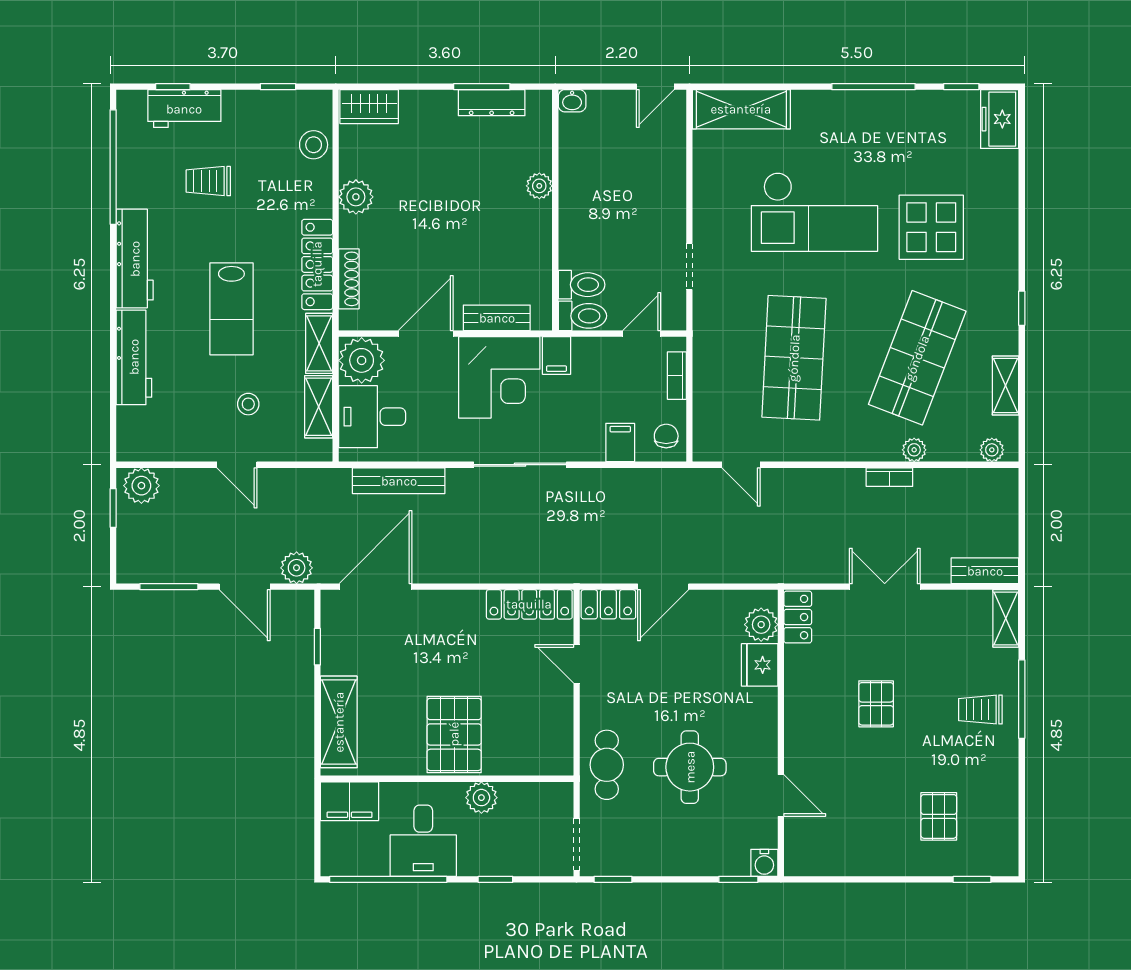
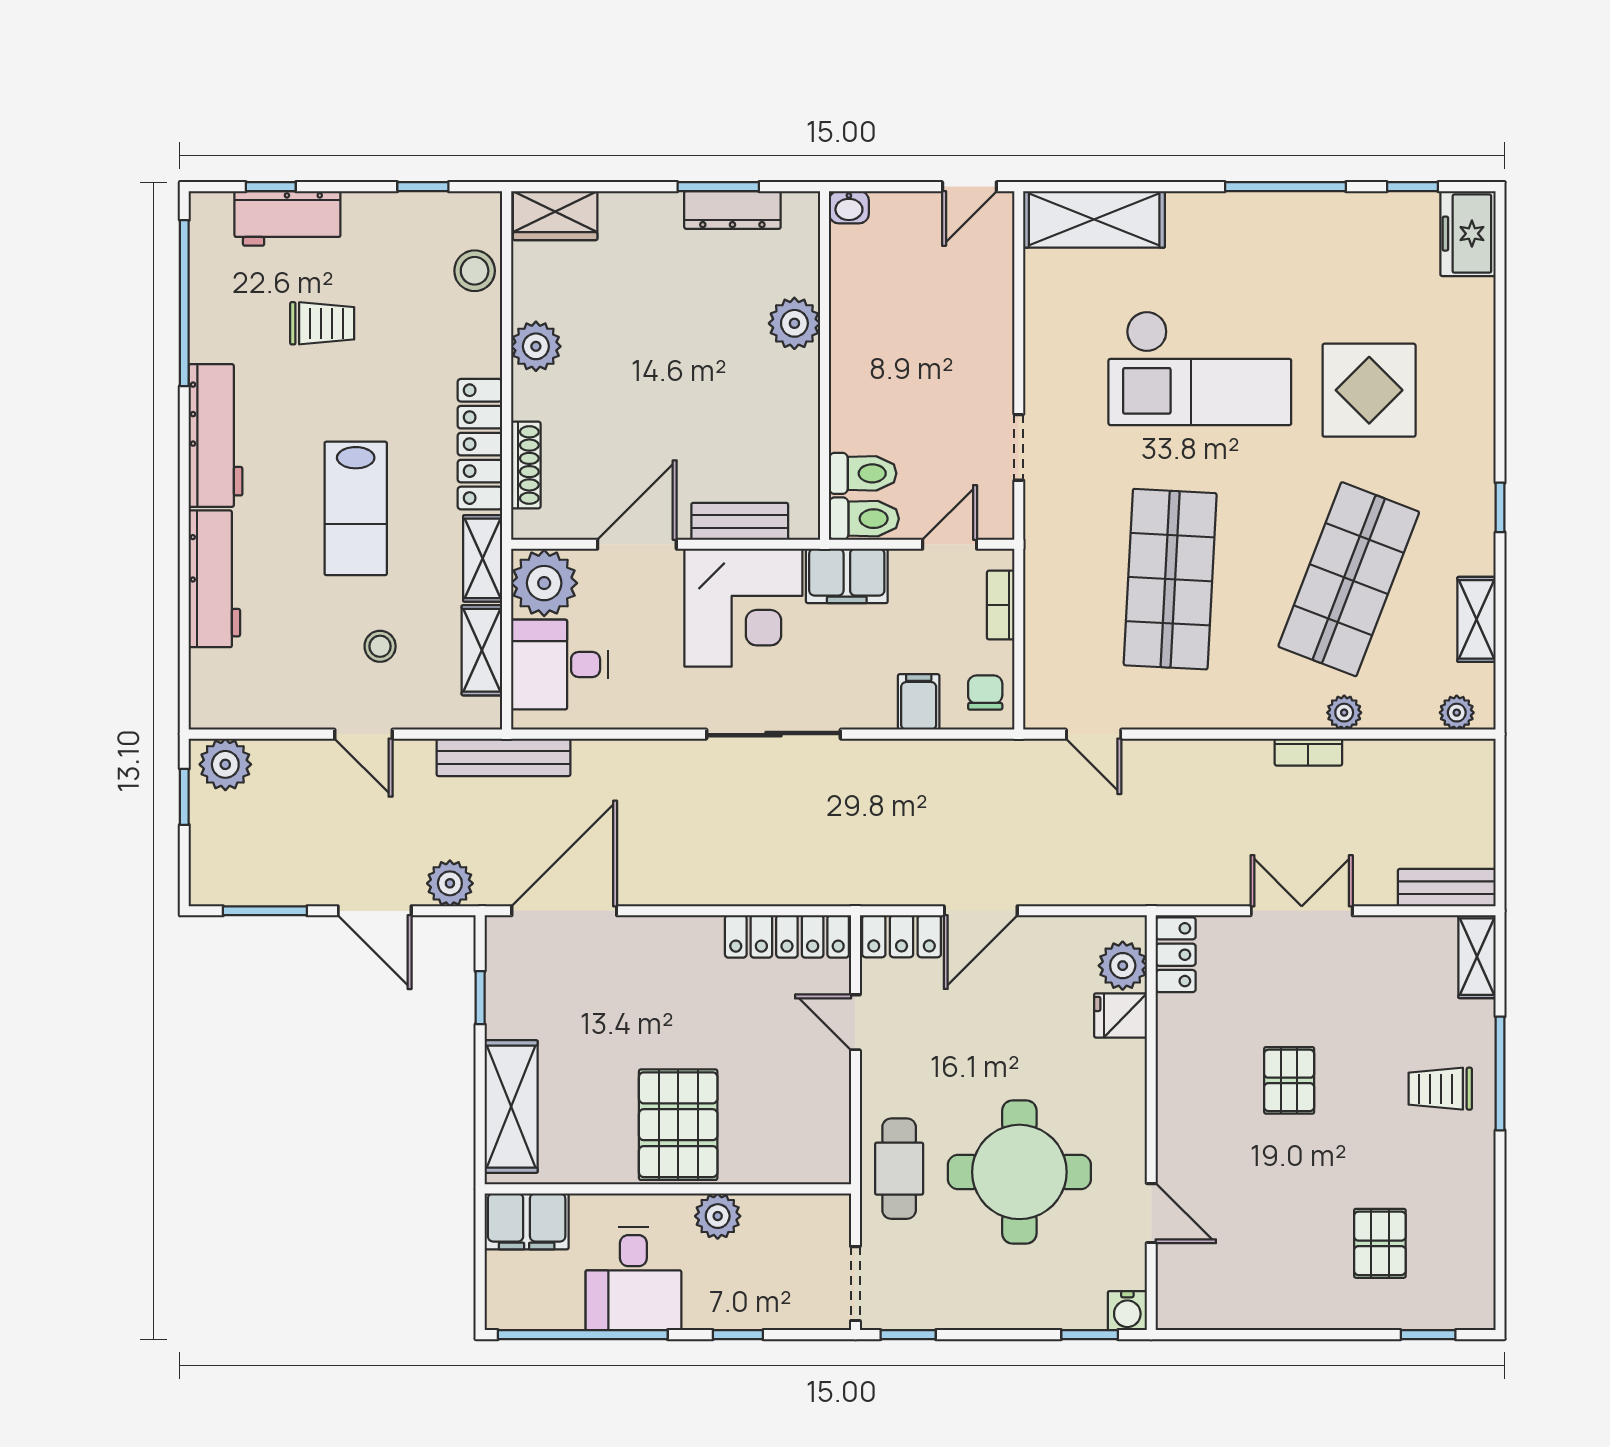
trolley: (208, 181) -> (322, 323), turned 180
plant: (539, 186) -> (794, 323), width x1.38, depth x1.38
filing cabinet: (556, 355) -> (847, 576), width x2.00
bench: (399, 481) -> (503, 757), moved
fridge: (760, 665) -> (1120, 1015), width x0.72
round table: (690, 767) -> (1019, 1172), width x1.36, depth x1.36

